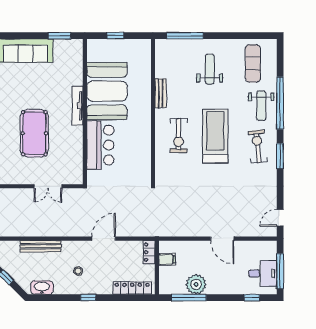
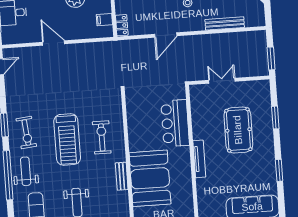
booth: (107, 91) -> (150, 178), moved

